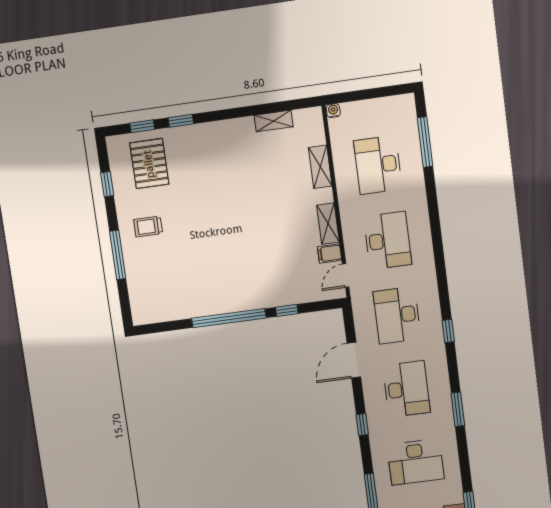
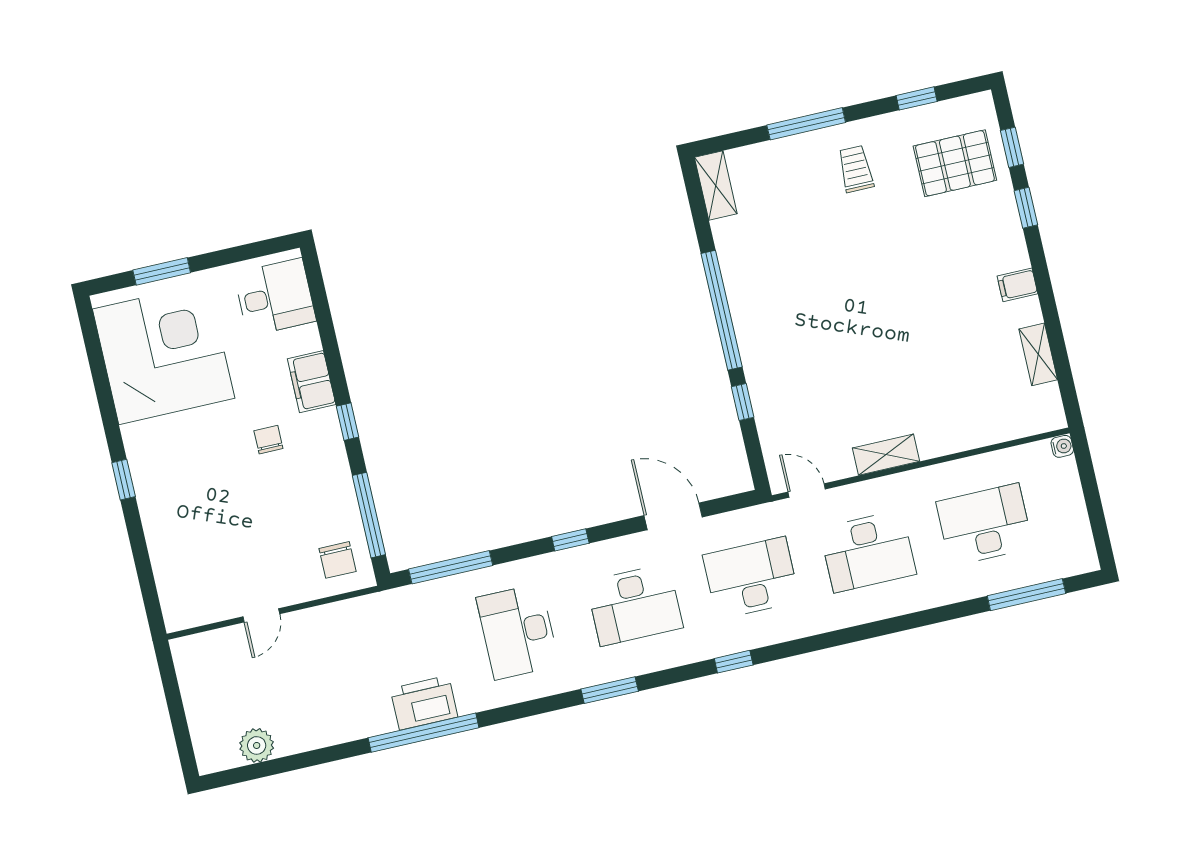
shelving: (320, 167) -> (716, 185), moved, turned 90
filing cabinet: (330, 253) -> (1017, 285), moved, turned -90

